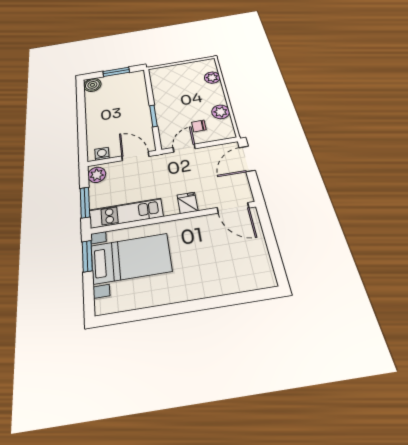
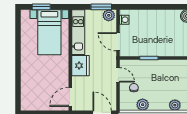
door: (135, 156) -> (118, 42), swing flipped
window: (85, 202) -> (101, 7), moved
fridge: (187, 203) -> (80, 66), width x1.88, depth x1.34
window: (87, 256) -> (41, 7), moved

